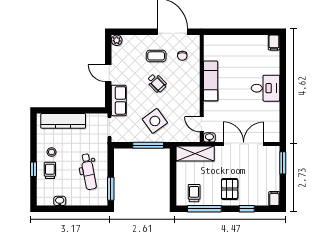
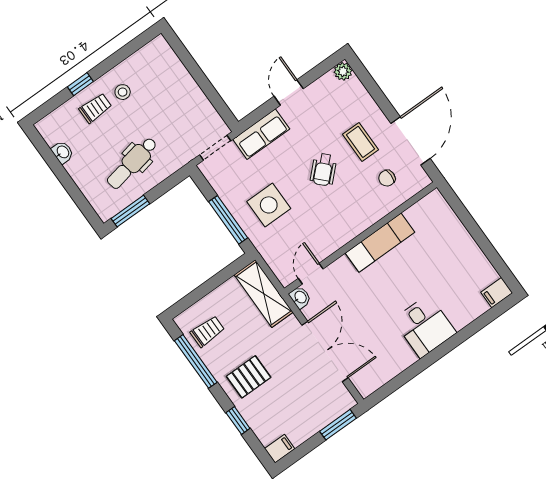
kitchen counter: (63, 121) -> (177, 77), removed
side table: (155, 121) -> (269, 205), turned 36

